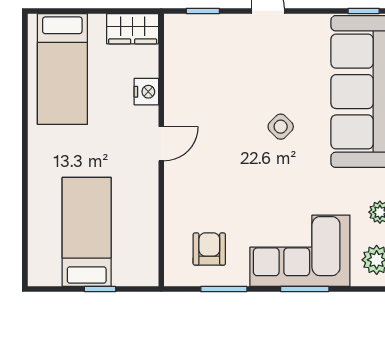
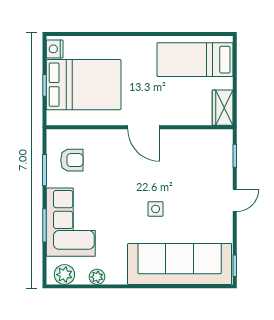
nightstand: (146, 92) -> (55, 49), moved, turned 90
side table: (281, 127) -> (156, 209), turned 45
door: (161, 144) -> (144, 127), width x1.38
bed: (87, 232) -> (84, 85), width x1.50

